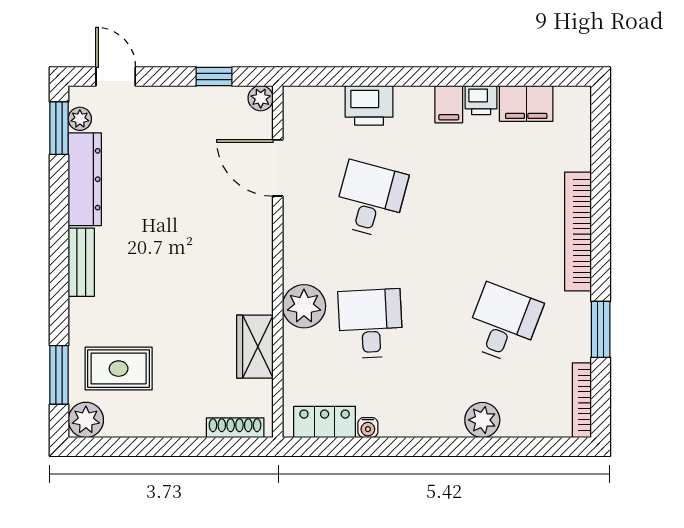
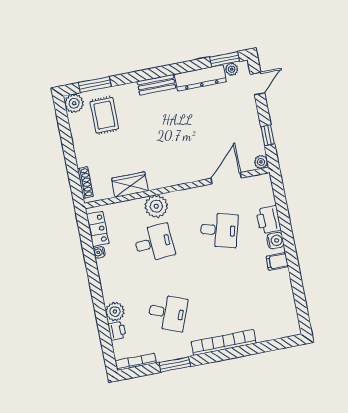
water cooler: (410, 100) -> (275, 241), added
printer: (481, 100) -> (117, 331), moved, turned 180
filing cabinet: (526, 103) -> (286, 302), removed

